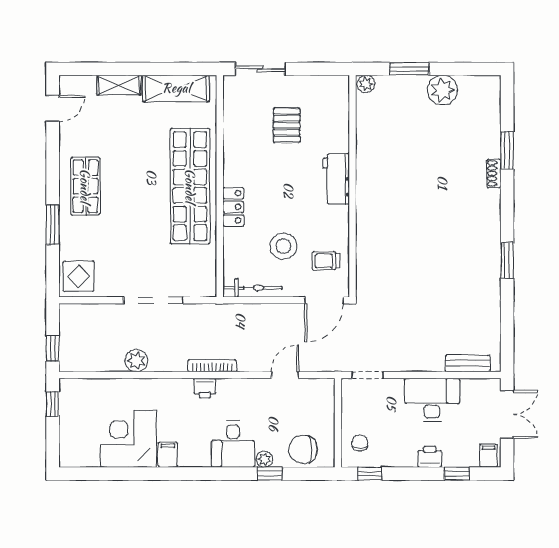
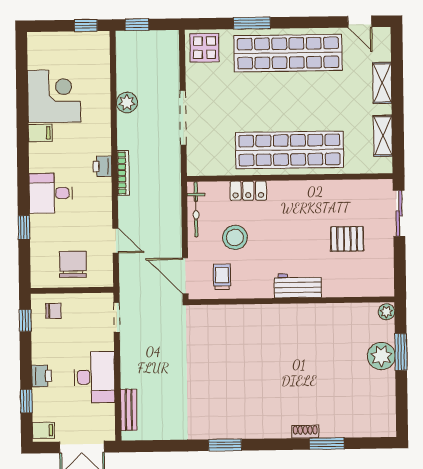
shelving: (176, 88) -> (383, 136), width x0.67, depth x0.75
plant: (443, 90) -> (381, 356), moved
shop shelf: (85, 186) -> (288, 53), width x2.00, depth x1.36
locker: (233, 207) -> (248, 191), moved
chair: (303, 449) -> (73, 264), moved
plant: (264, 459) -> (37, 223), removed

